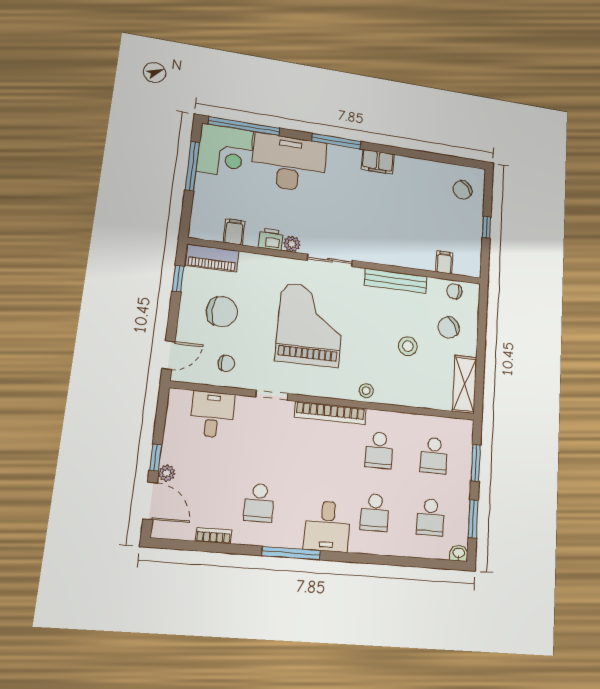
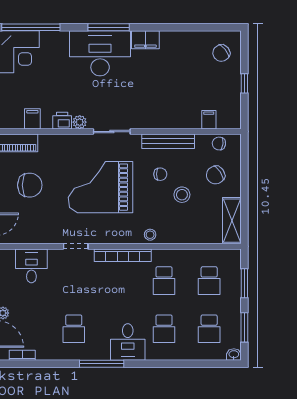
desk: (289, 163) -> (100, 53), moved
grand piano: (310, 325) -> (100, 187), turned -90
chair: (226, 363) -> (160, 174), moved
bookcase: (213, 536) -> (22, 355), moved

